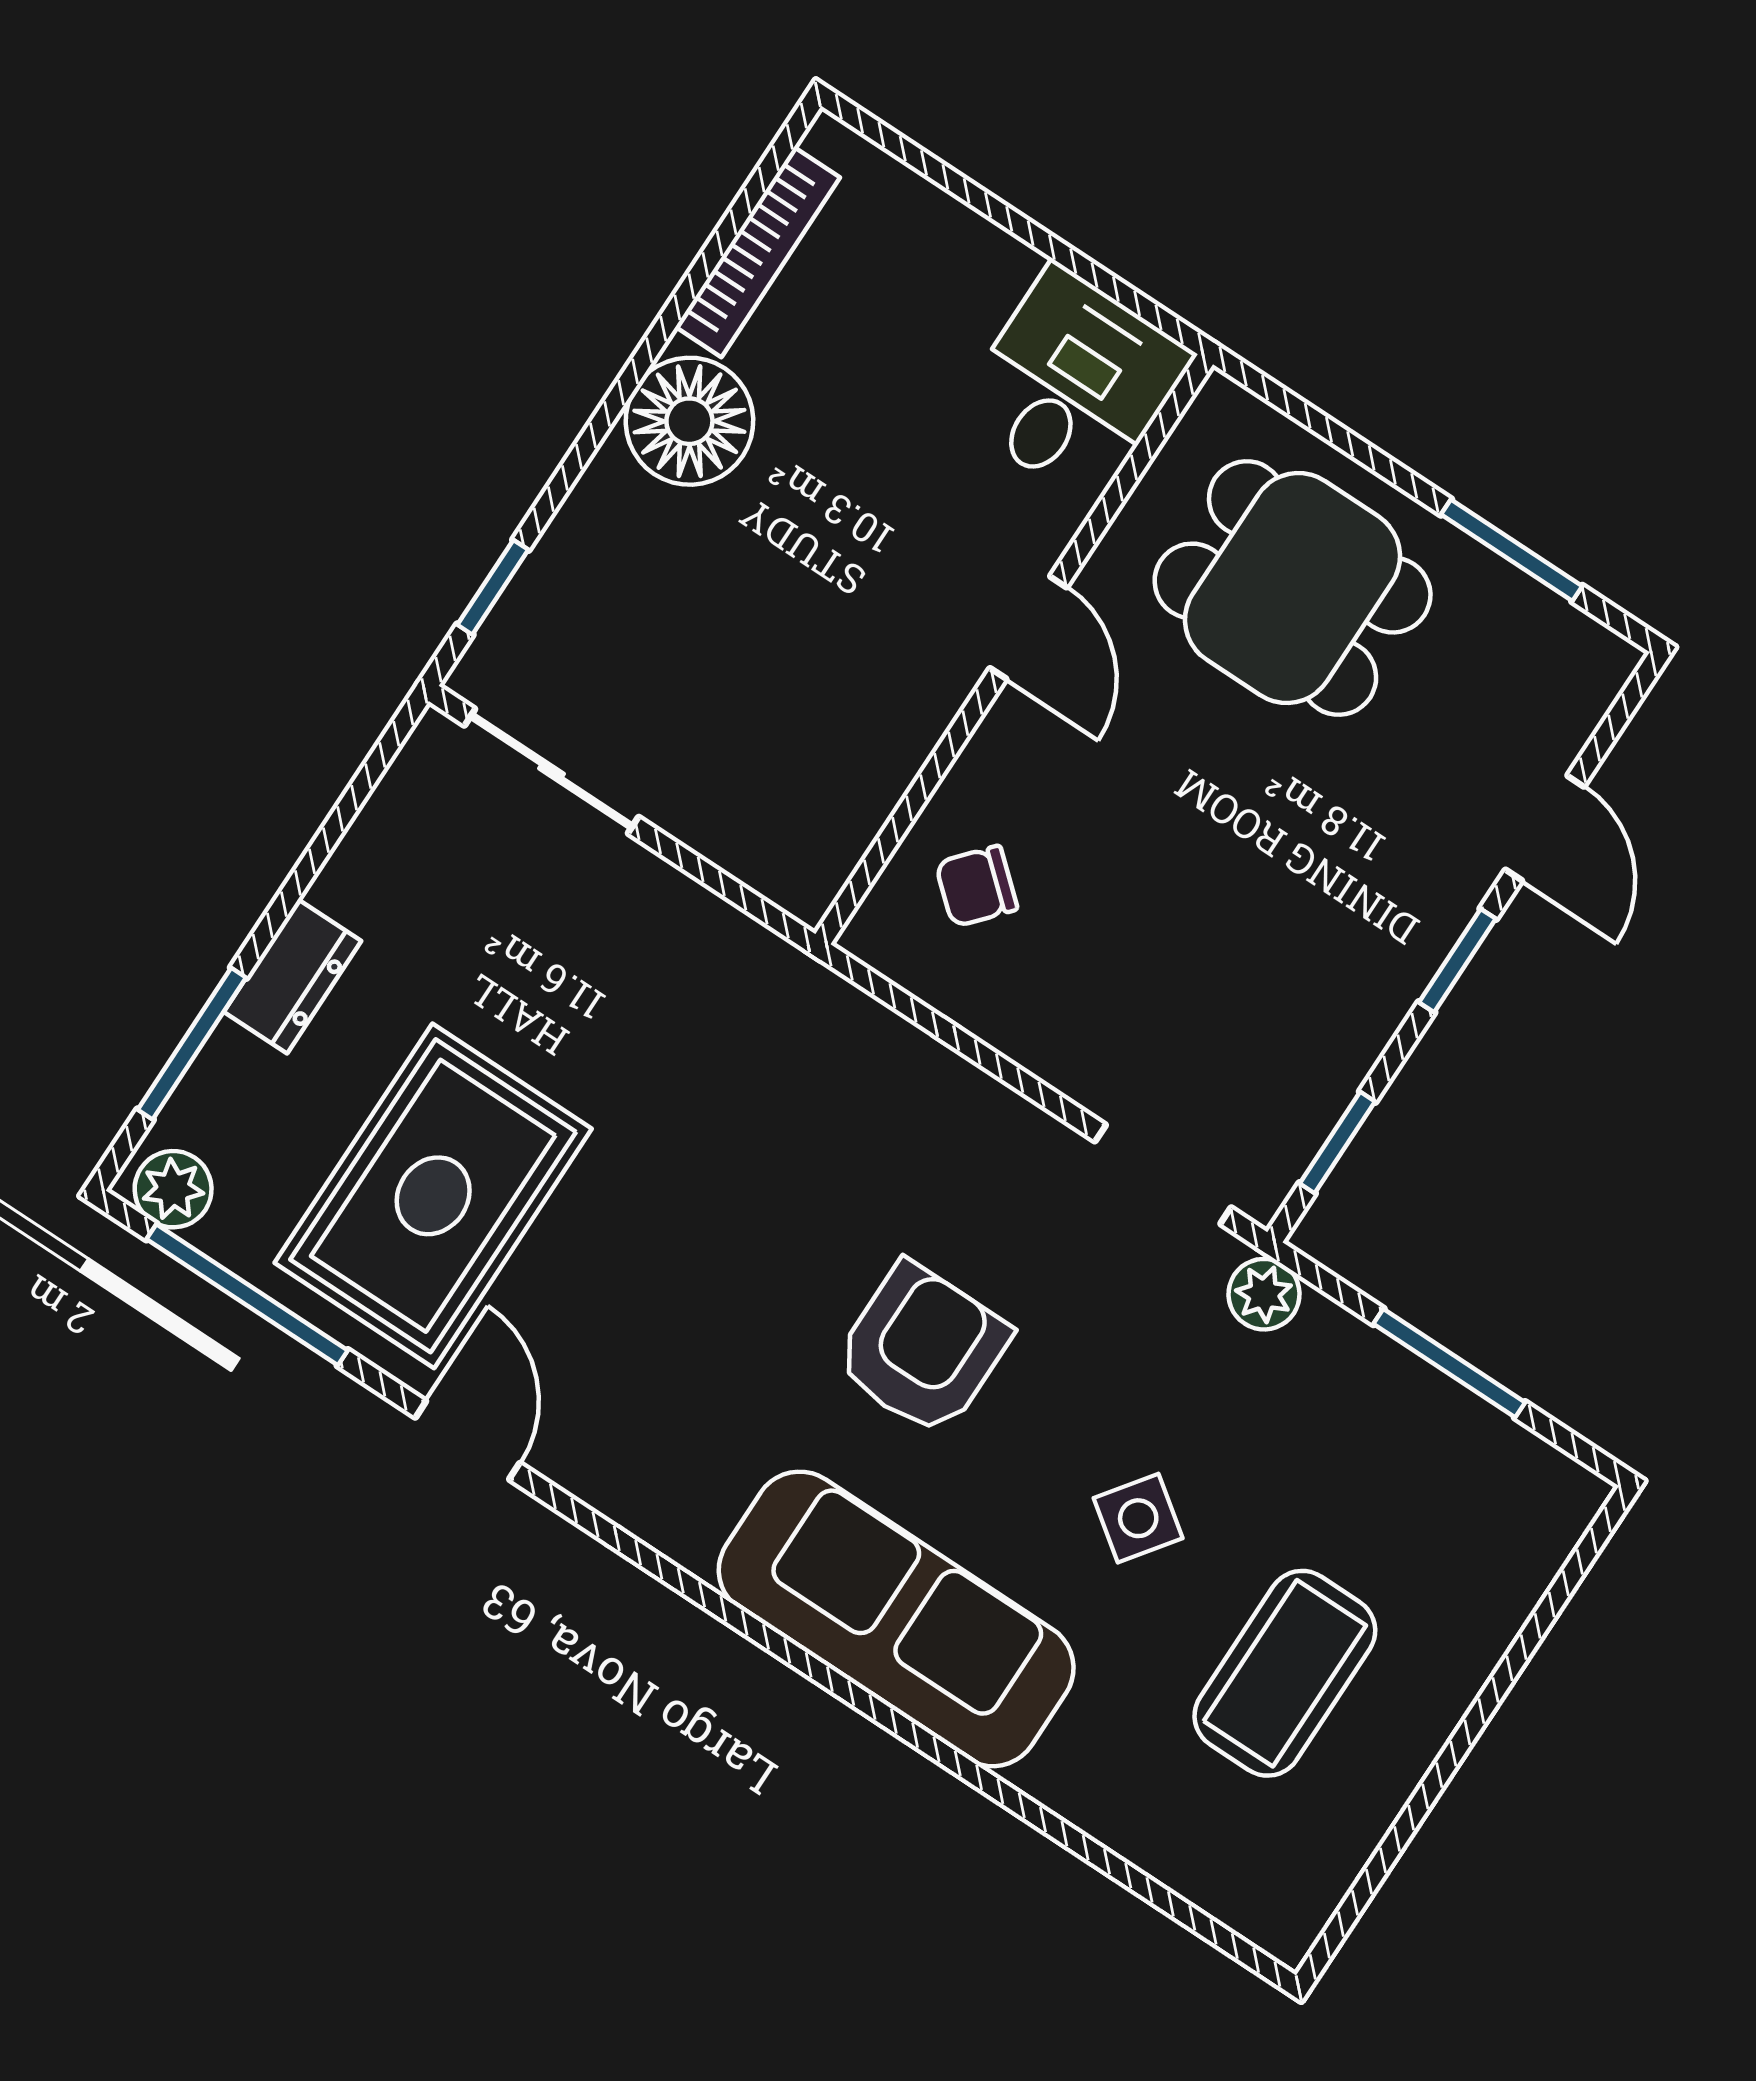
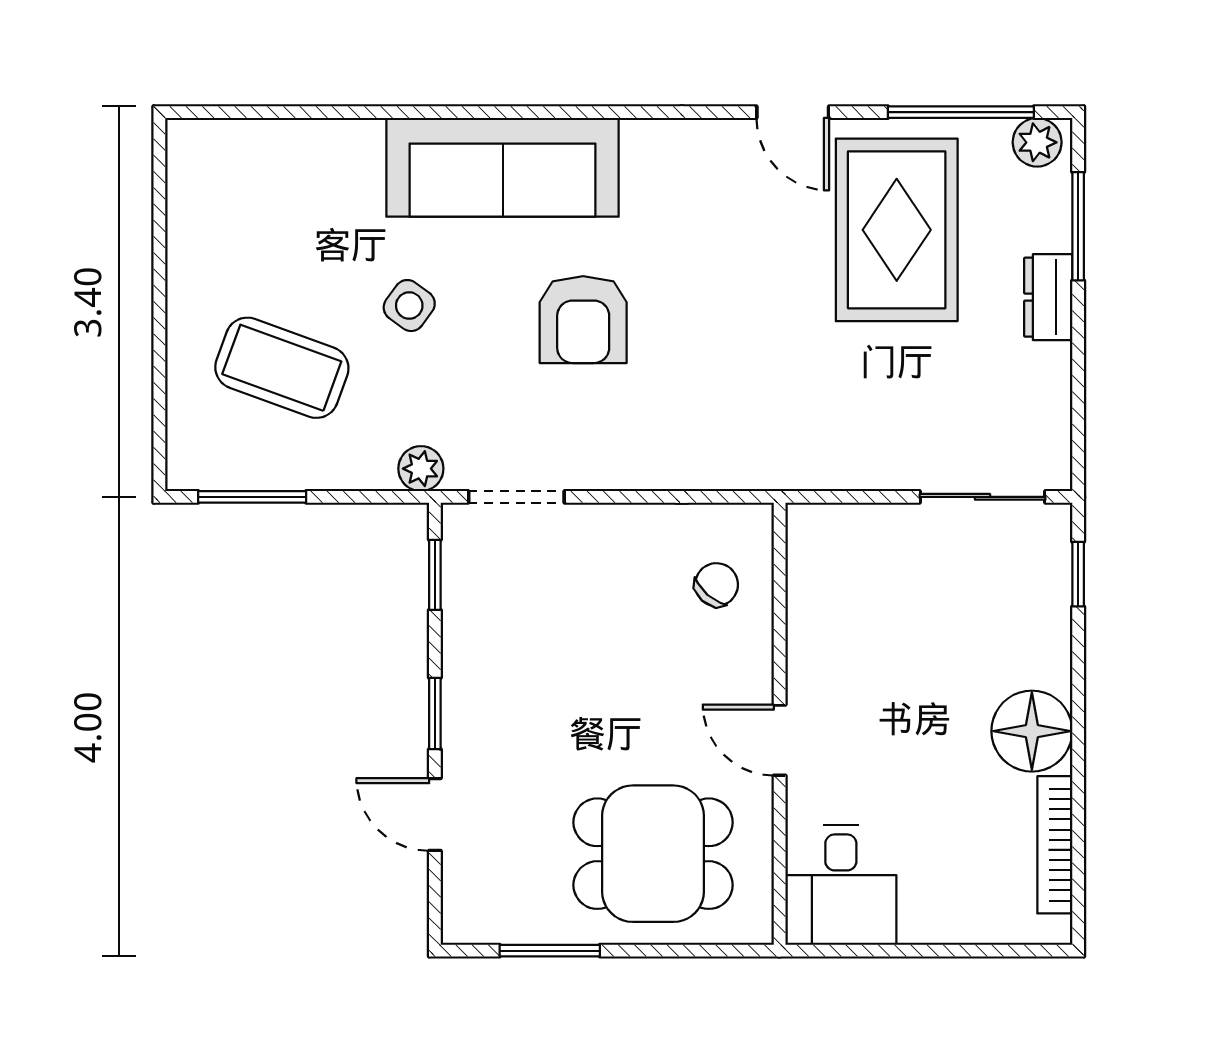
window: (1449, 1363) -> (252, 497), moved
coffee table: (1285, 1673) -> (282, 368), moved, turned -70

